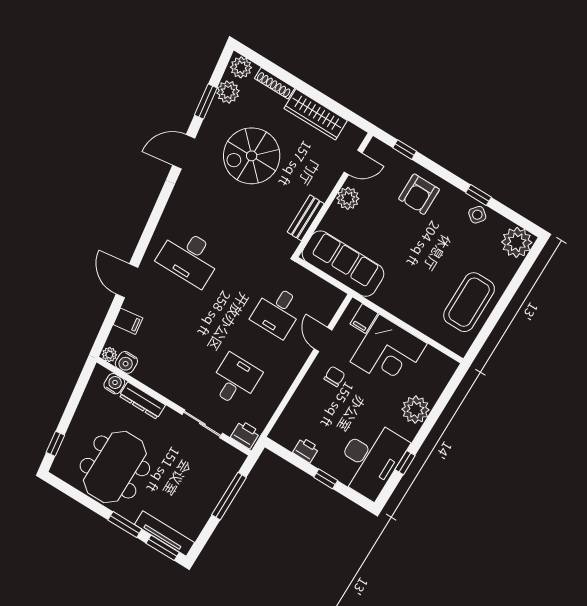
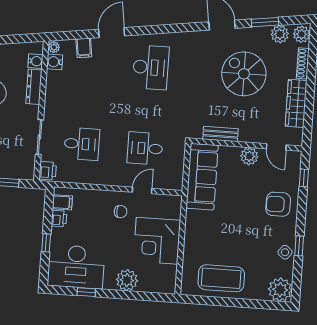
desk: (189, 257) -> (151, 67), turned 180
filing cabinet: (364, 319) -> (62, 202), moved, turned 180

